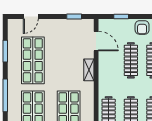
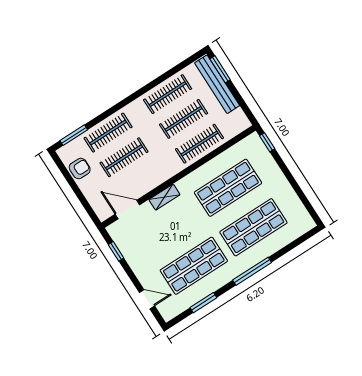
window: (121, 17) -> (83, 199), removed
door: (96, 41) -> (127, 210), hinge flipped

